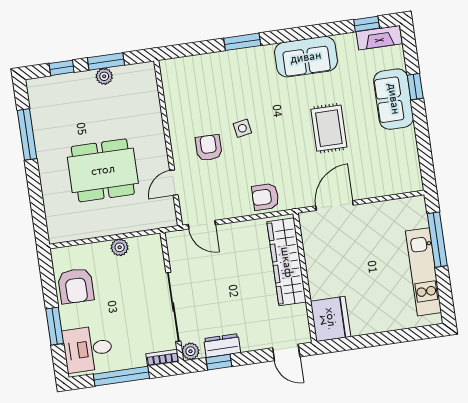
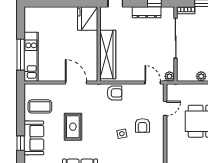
coffee table: (391, 155) -> (40, 106), added
door: (335, 205) -> (76, 82), swing flipped
kitchen unit: (423, 272) -> (31, 57), moved
dresser: (222, 346) -> (147, 12), width x1.44
plant: (190, 351) -> (169, 76), moved

